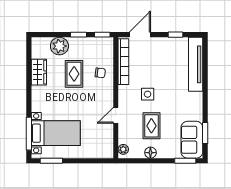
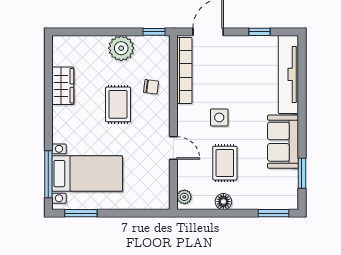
window: (79, 35) -> (120, 32), removed
plant: (59, 46) -> (121, 48), moved
rug: (74, 74) -> (118, 104), moved
door: (116, 115) -> (173, 148), swing flipped
sofa: (192, 140) -> (283, 142), moved

